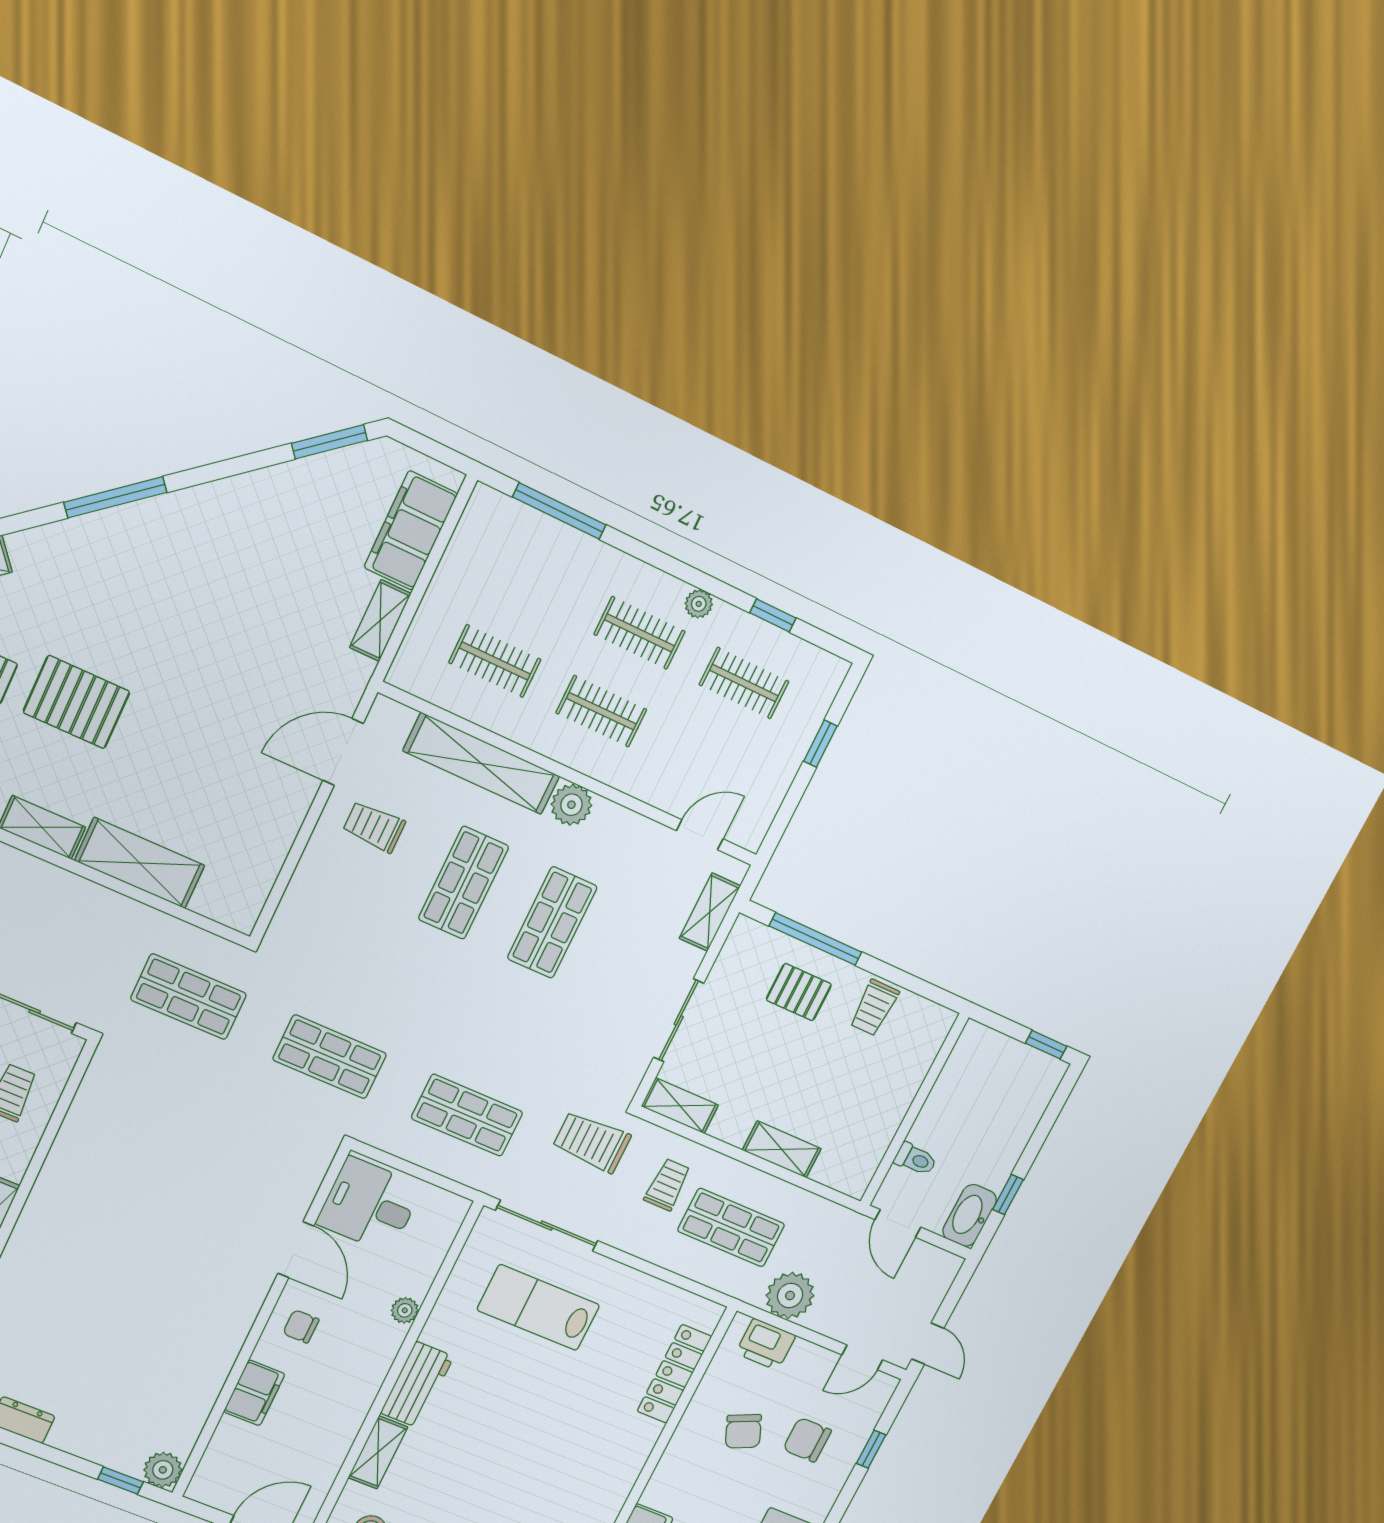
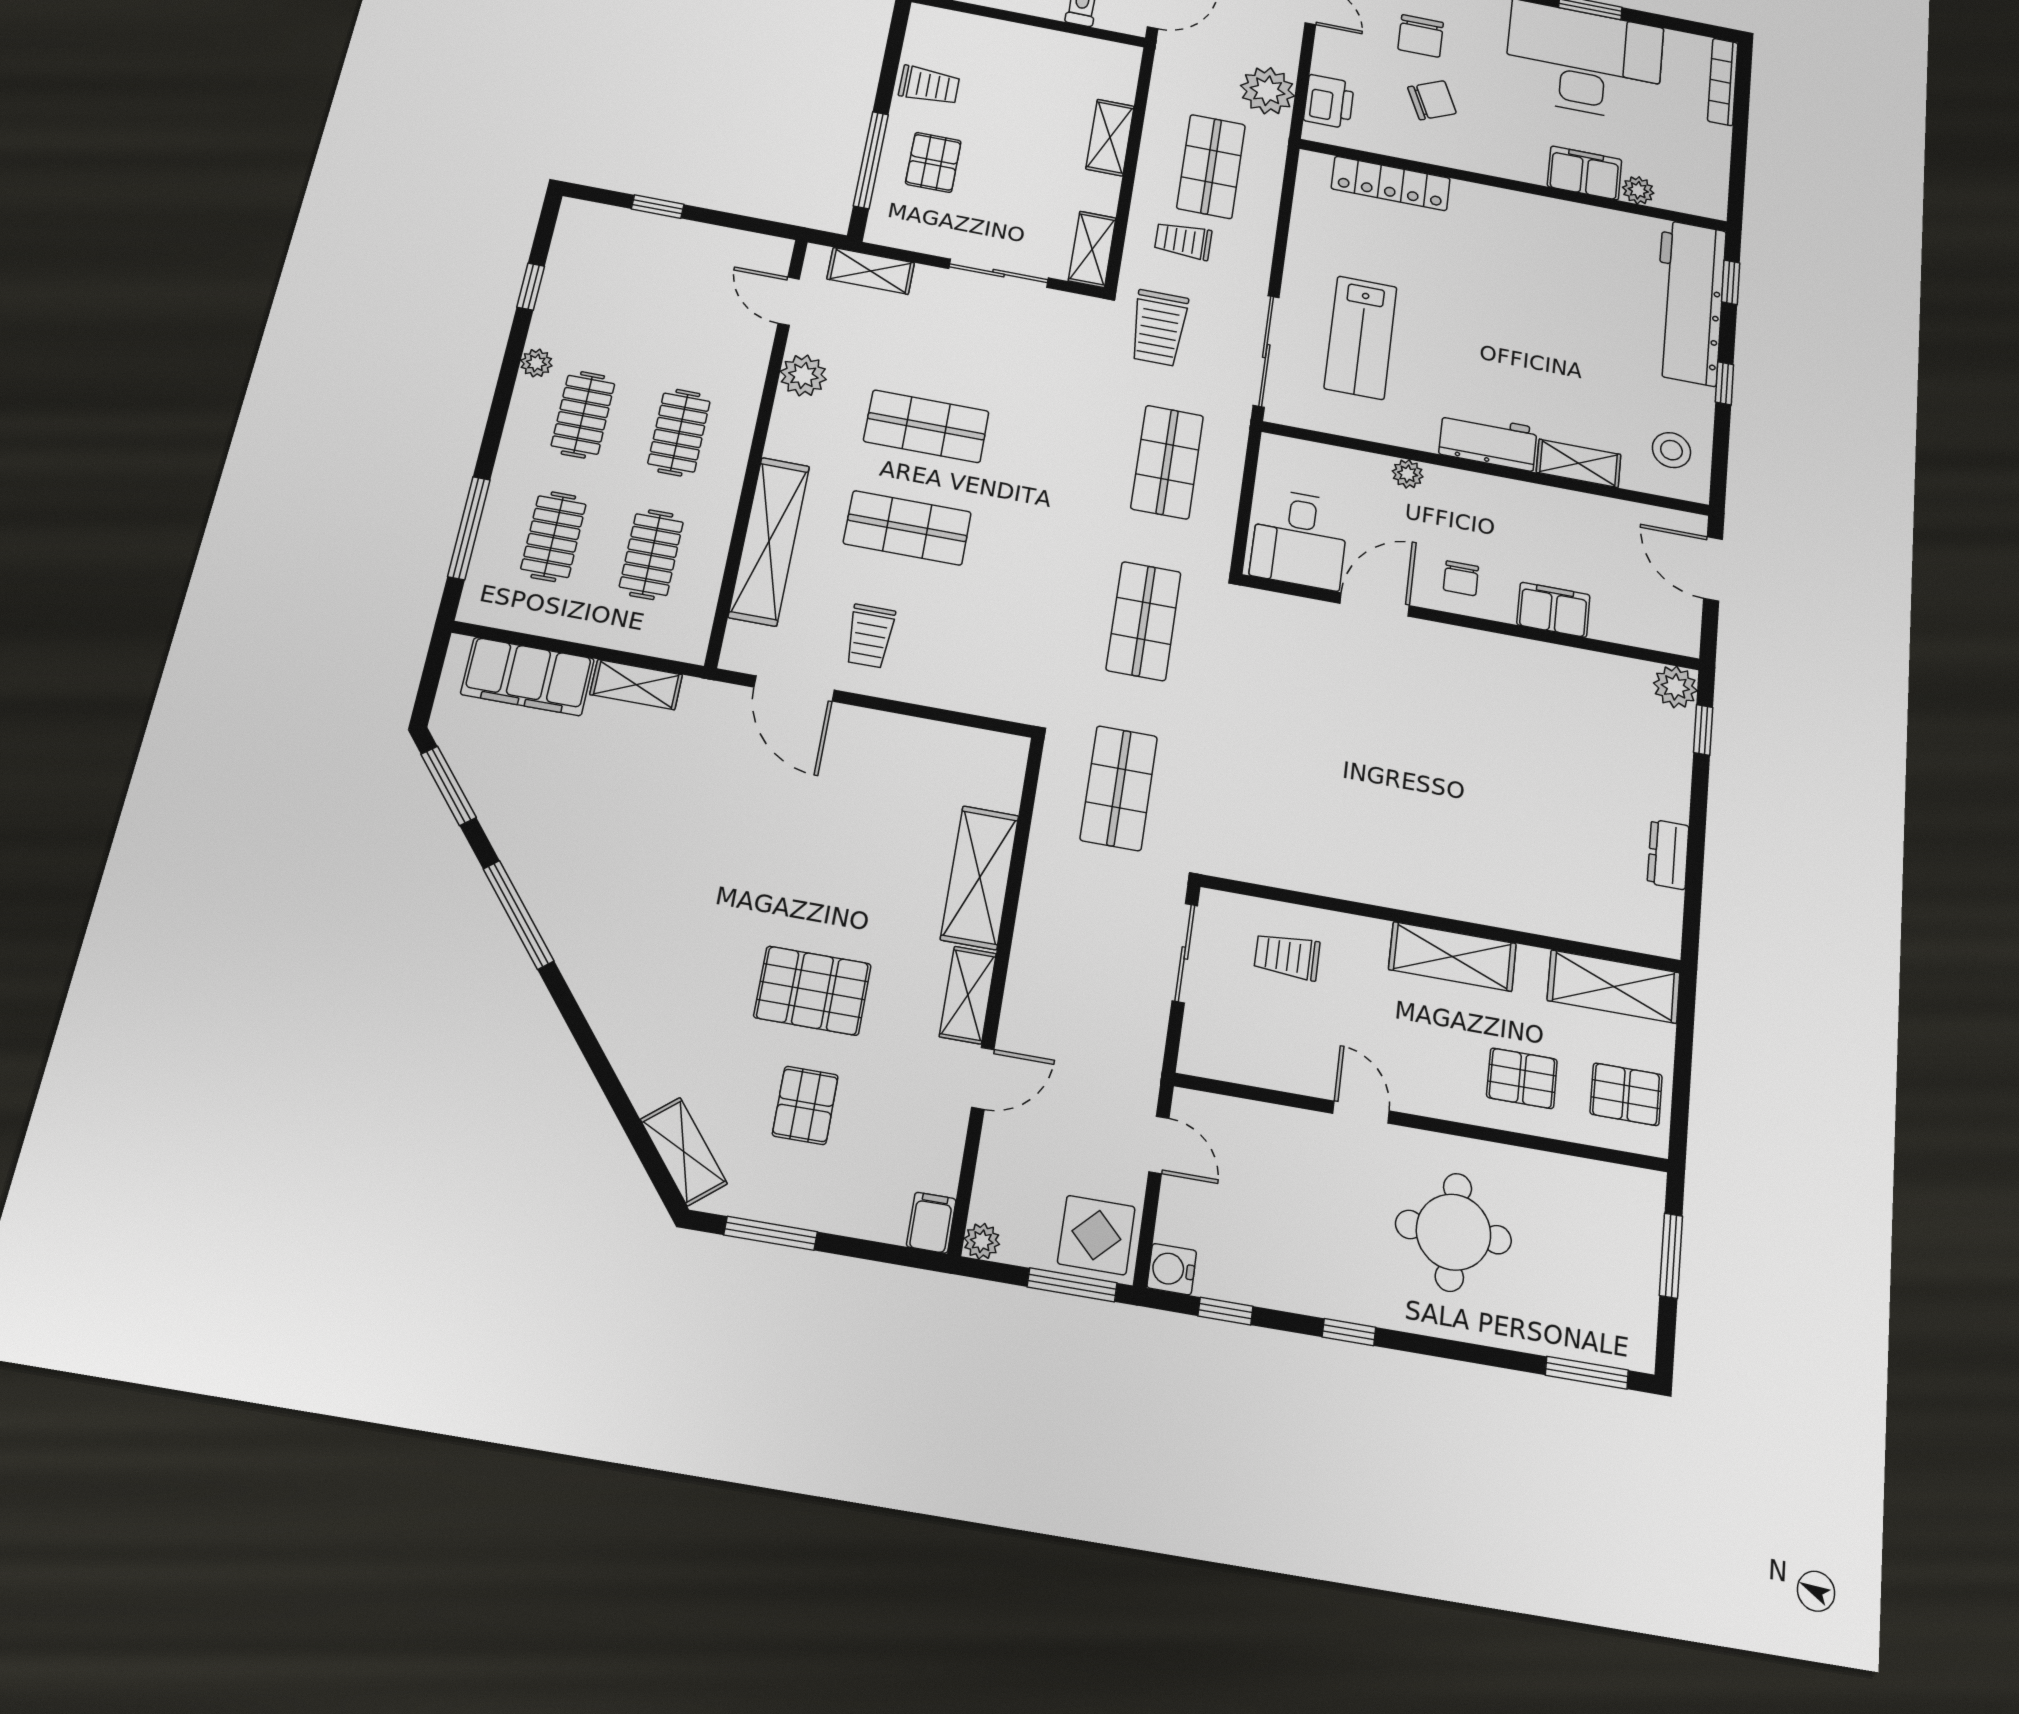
window: (115, 497) -> (518, 915), moved
clothes rail: (744, 683) -> (553, 536), moved
pallet: (76, 702) -> (812, 991), turned 90
plant: (571, 805) -> (803, 375), moved

